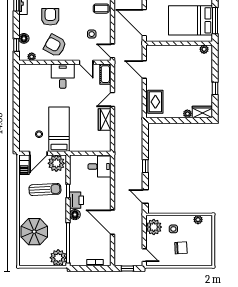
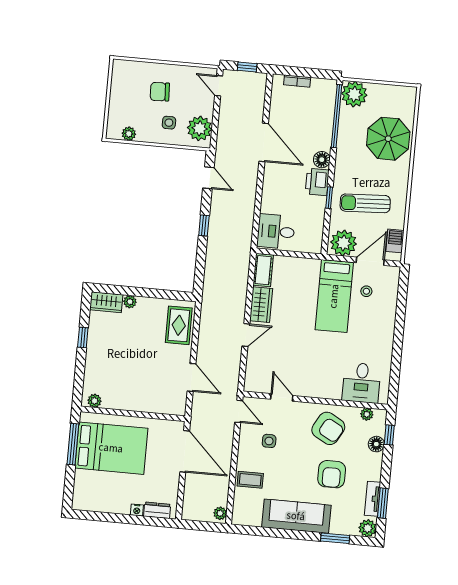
cot: (105, 74) -> (263, 270), moved
desk: (63, 76) -> (361, 383), moved

